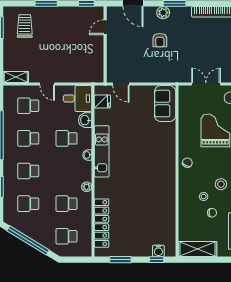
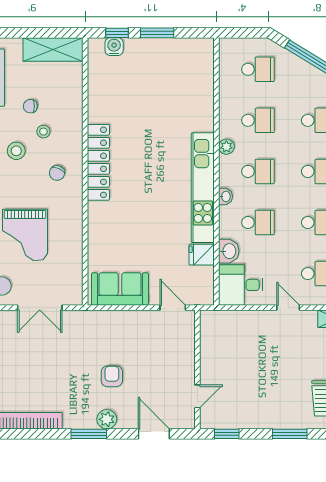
fridge: (102, 101) -> (202, 255), moved
sofa: (165, 104) -> (120, 289), moved, turned -90
kitchen unit: (102, 151) -> (203, 188), width x1.36
chair: (187, 163) -> (57, 173), moved
school desk: (66, 171) -> (258, 171), added
locker: (102, 223) -> (98, 162), moved, turned 180
window: (120, 260) -> (157, 33), moved

